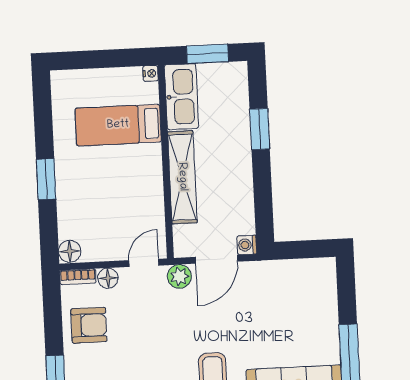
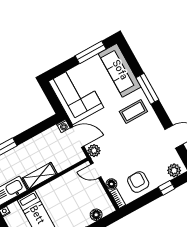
shelving: (182, 177) -> (40, 176), width x0.68
floor lamp: (70, 251) -> (96, 215), moved
corner sofa: (290, 293) -> (76, 94), added

